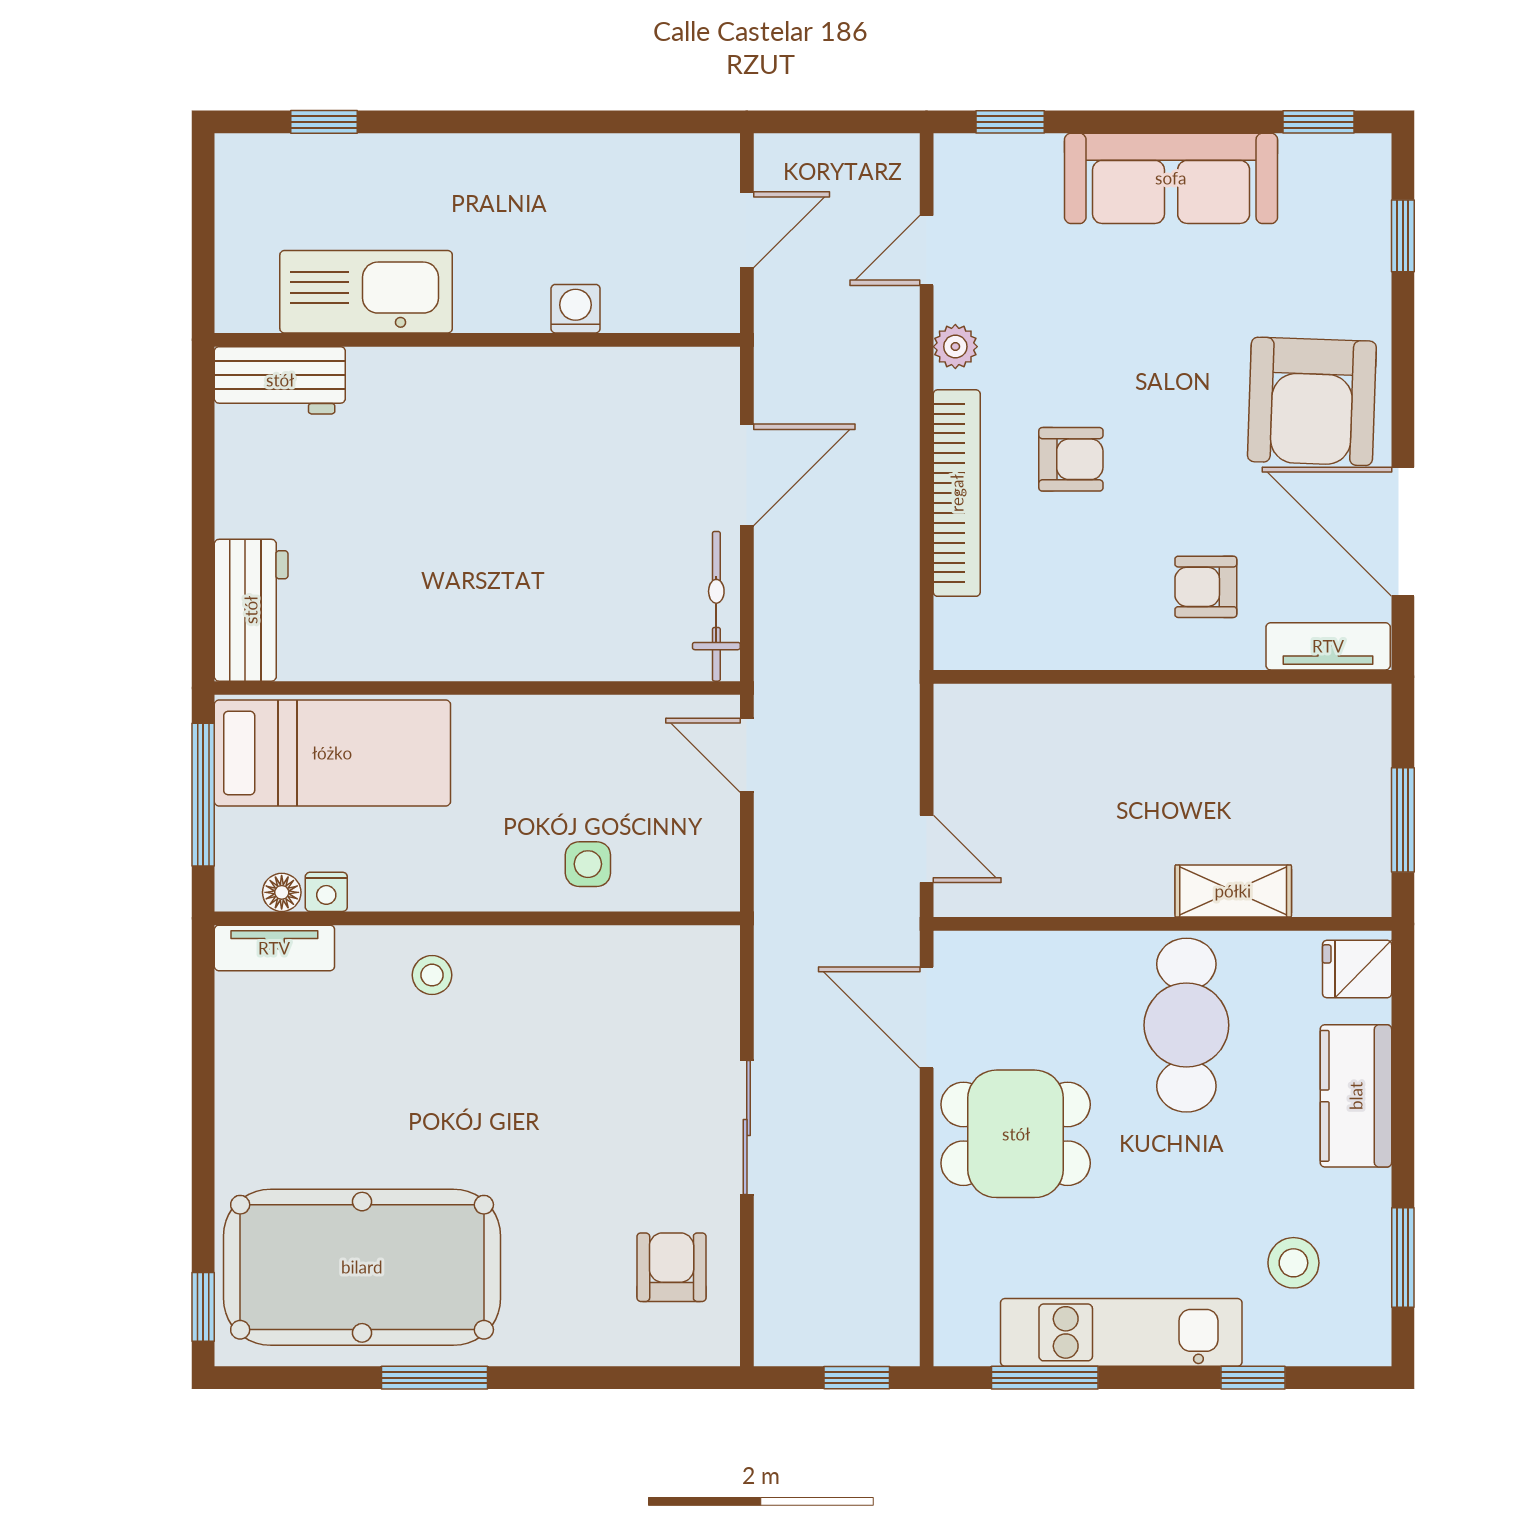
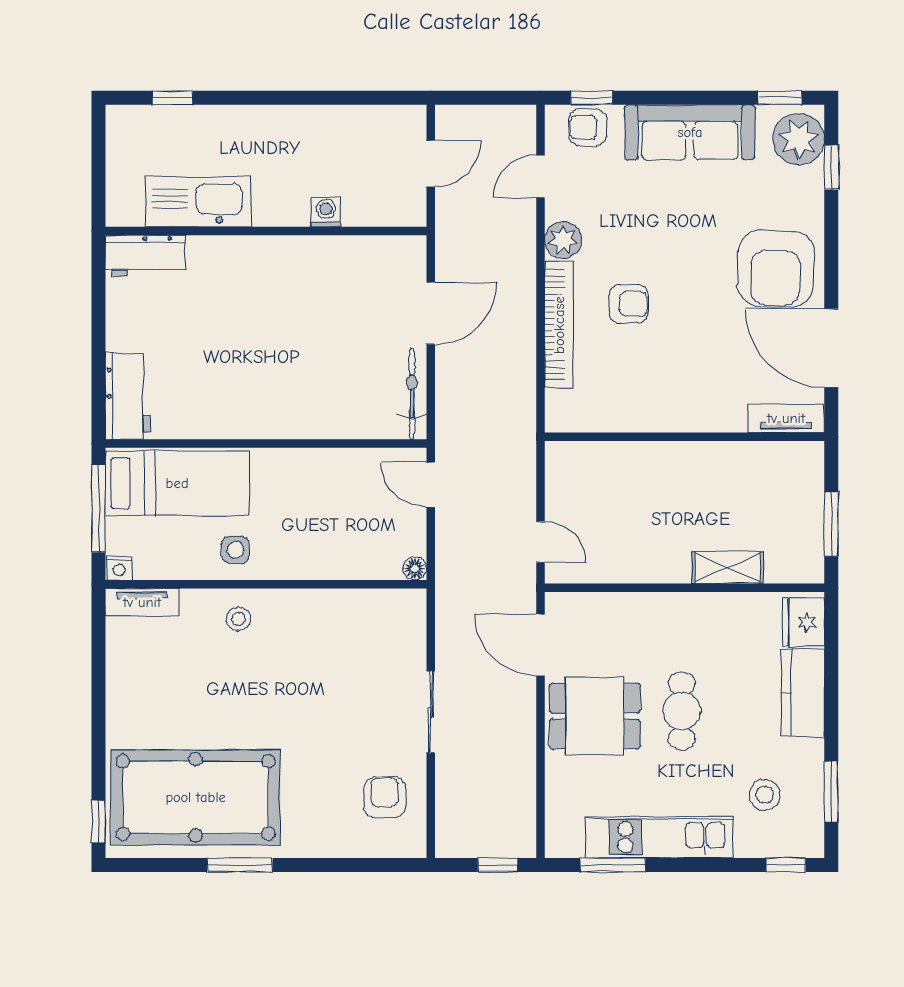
plant: (1349, 190) -> (799, 139), added
plant: (955, 347) -> (563, 240), width x1.38, depth x1.38
armchair: (1206, 587) -> (588, 127), moved
side table: (588, 864) -> (235, 550), moved
floor lamp: (282, 892) -> (415, 568), moved
nightstand: (326, 892) -> (119, 568), moved
fridge: (1357, 969) -> (803, 622), width x1.38
cafe table: (1186, 1025) -> (682, 711), moved, width x0.73, depth x0.74
window: (1253, 1378) -> (786, 865), moved

